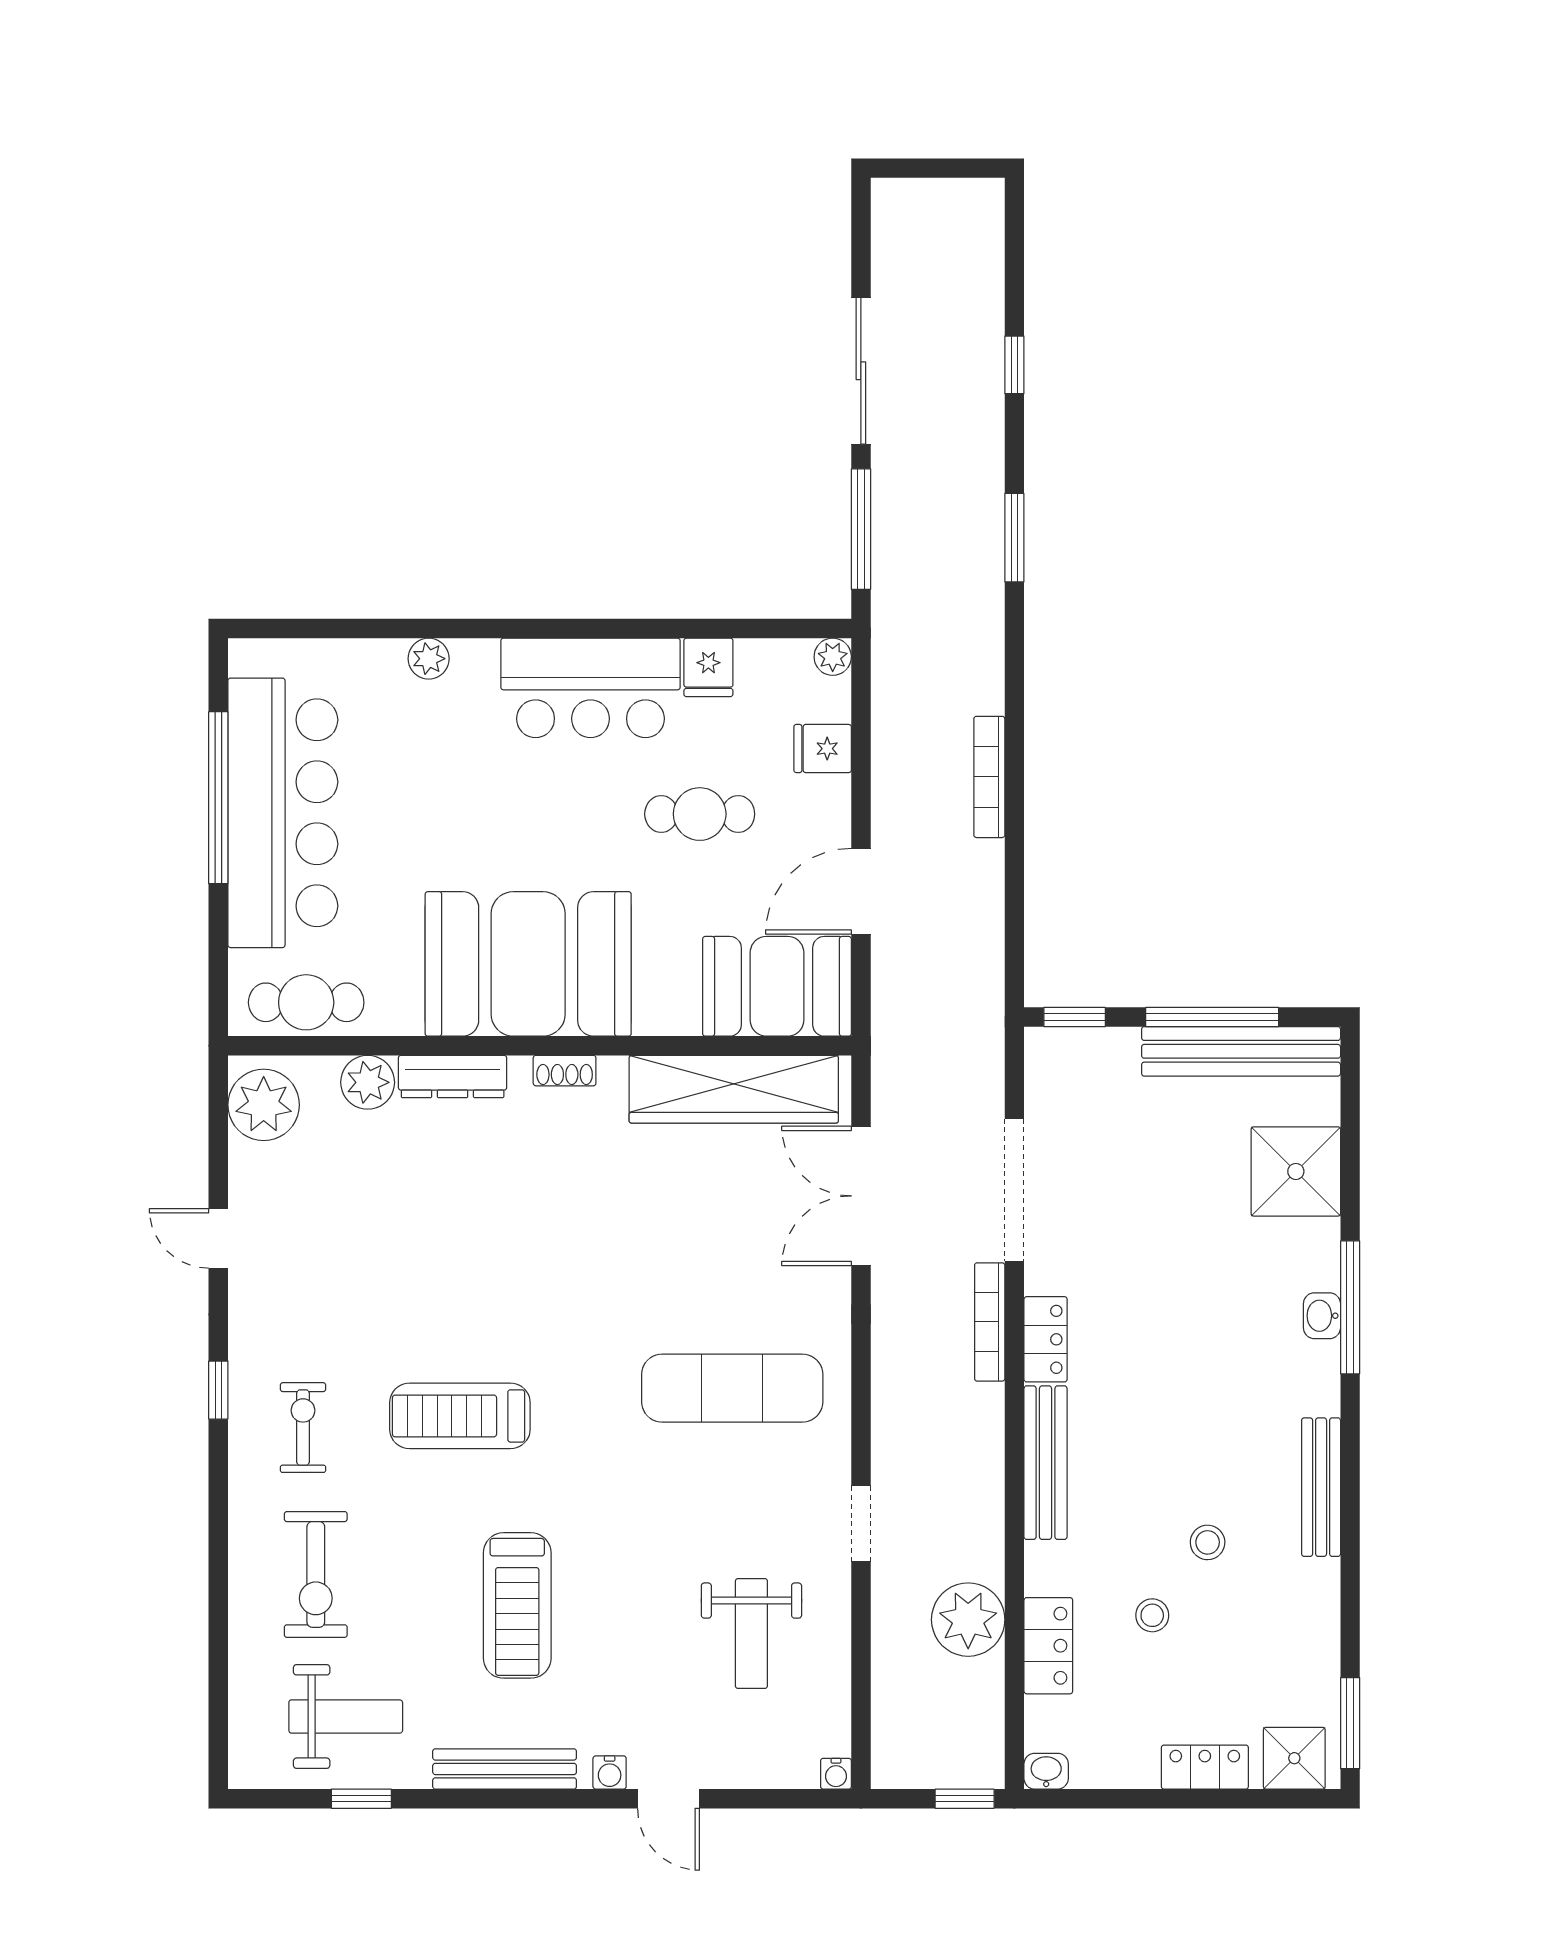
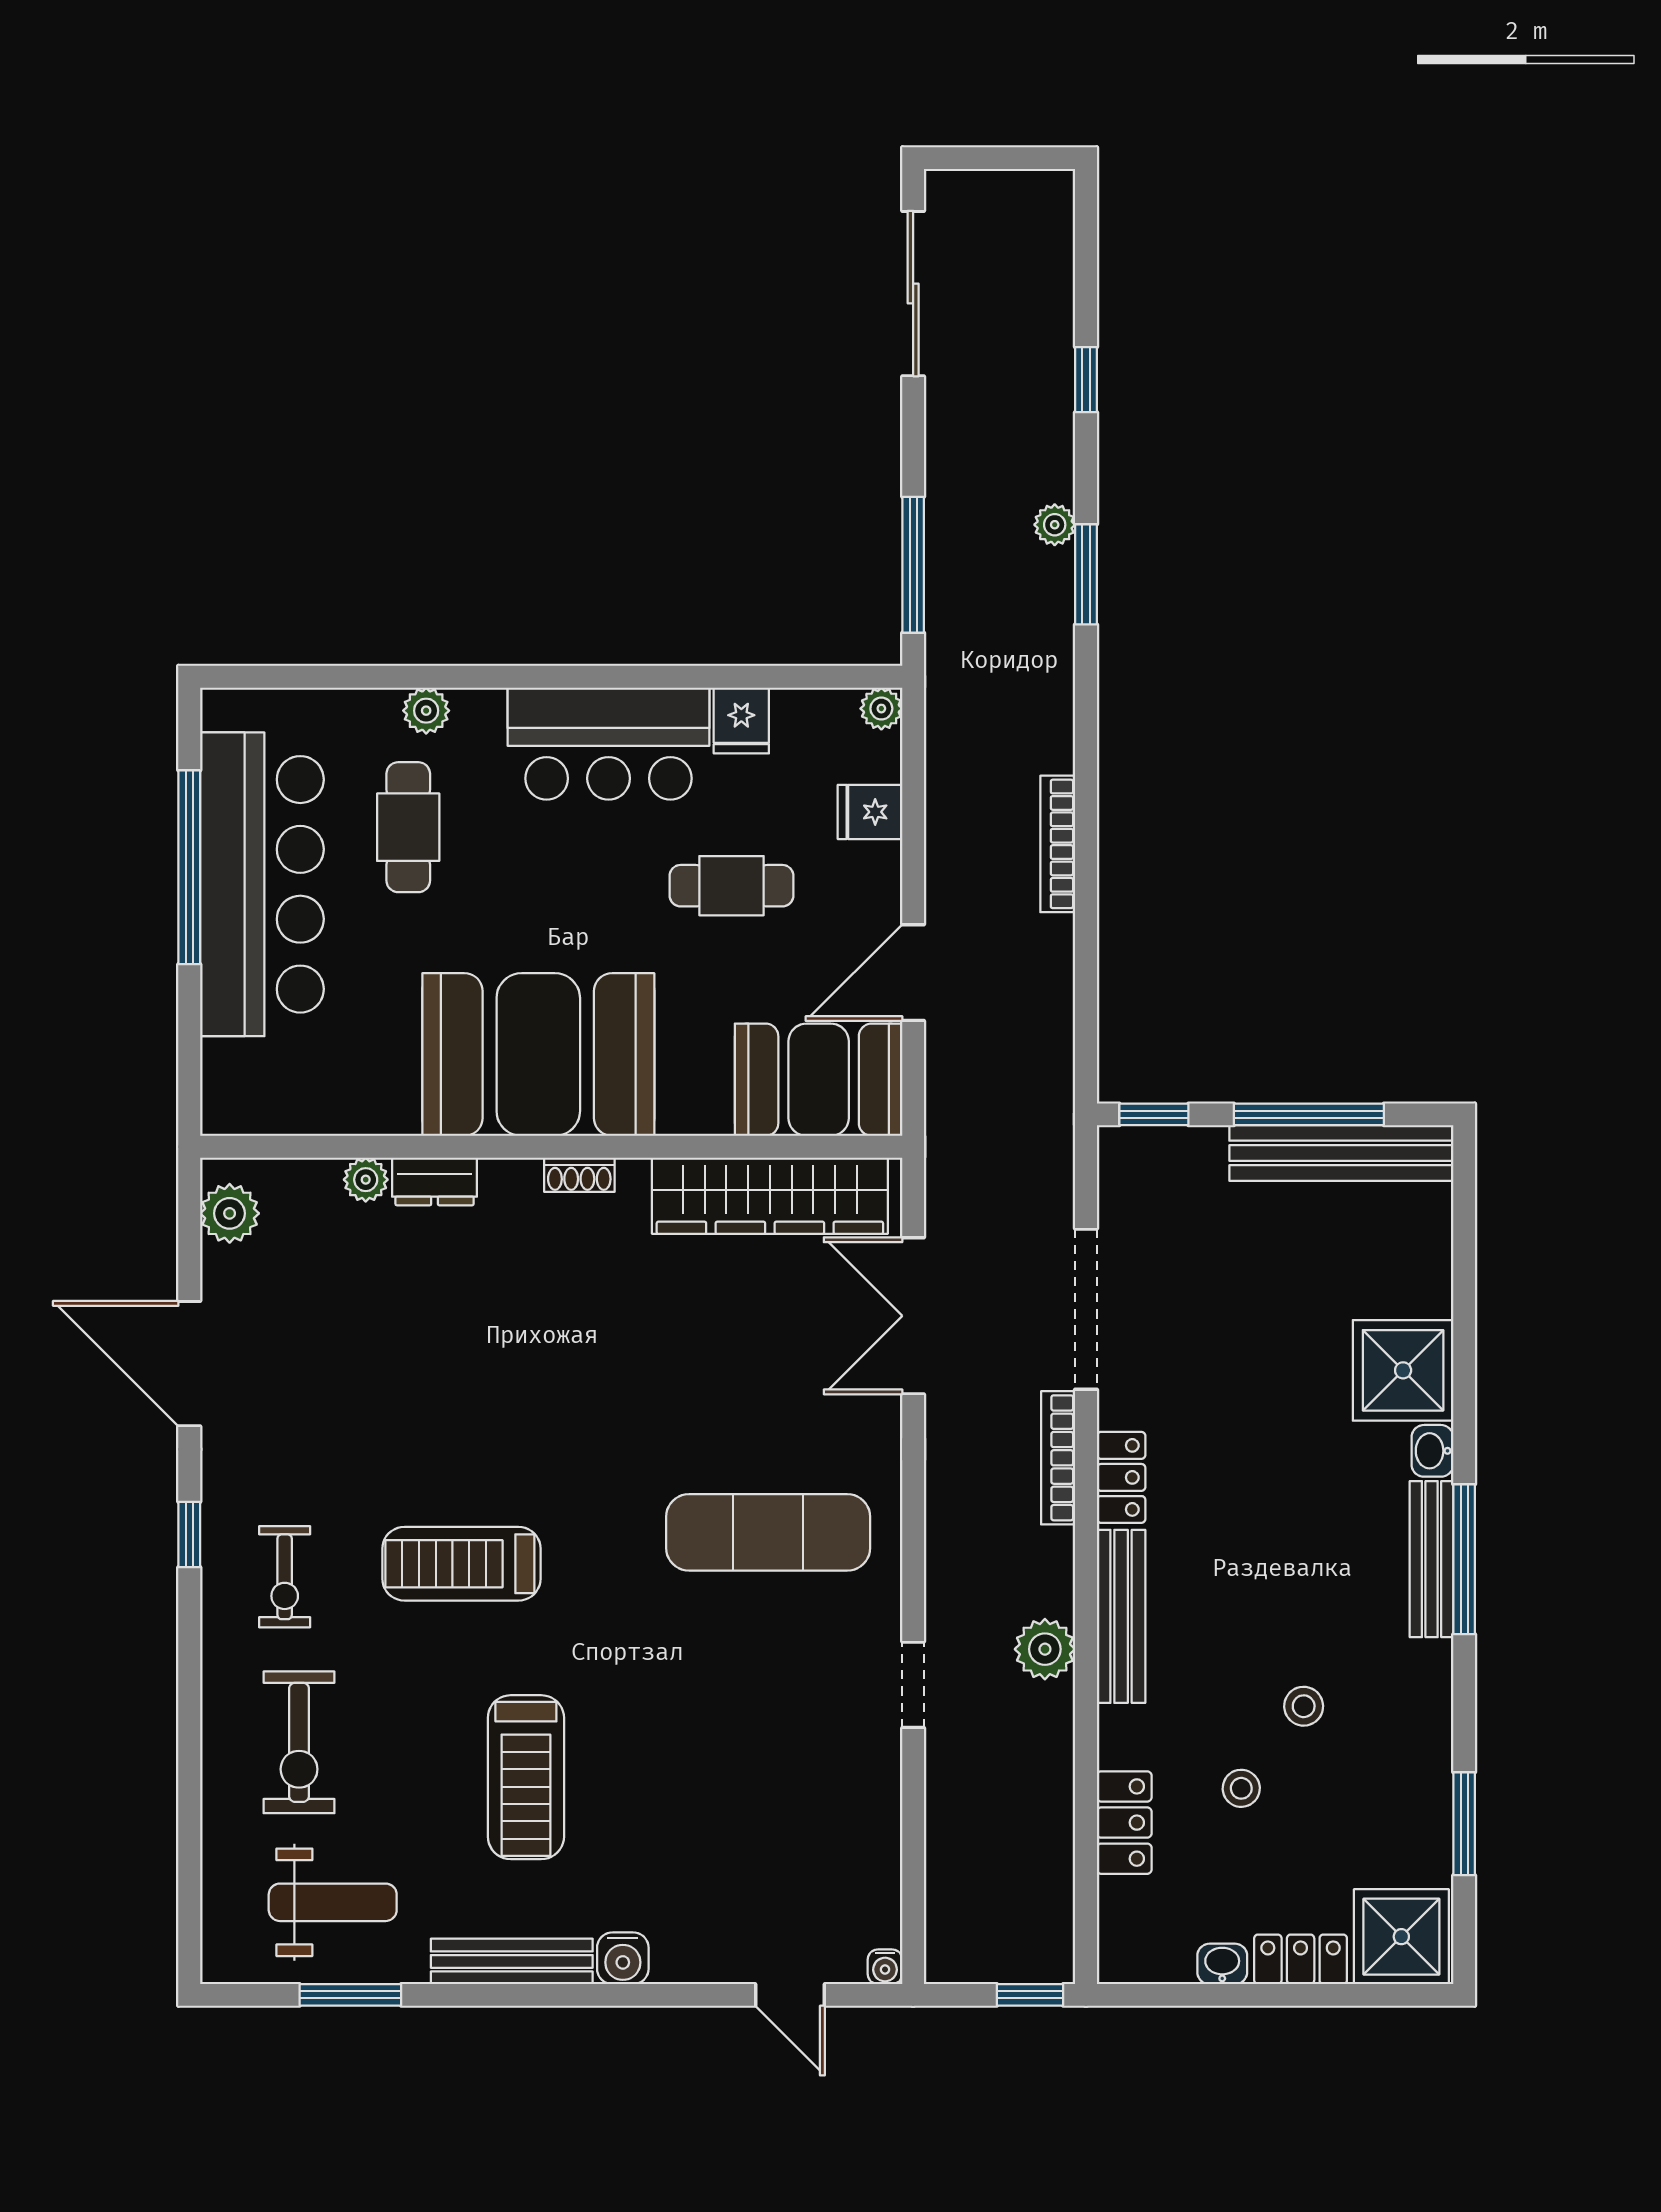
sliding door: (861, 371) -> (913, 294), moved
plant: (987, 494) -> (1055, 525), added
cafe table: (306, 1002) -> (408, 827), moved, turned 90
dresser: (453, 1077) -> (435, 1181), width x0.70
plant: (368, 1082) -> (366, 1180), width x0.73, depth x0.73
plant: (264, 1105) -> (230, 1213), width x0.73, depth x0.73
shower: (1296, 1171) -> (1403, 1370), moved
door: (218, 1238) -> (189, 1364), width x1.88
window: (1350, 1307) -> (1464, 1559), moved
exercise bike: (303, 1428) -> (285, 1577), turned 180
bench: (1321, 1487) -> (1432, 1559), moved
plant: (968, 1620) -> (1045, 1649), moved, width x0.73, depth x0.73
weight bench: (751, 1633) -> (790, 1809), removed
window: (1350, 1723) -> (1464, 1824), moved
shower: (1294, 1758) -> (1401, 1937), width x1.36, depth x1.36
washbasin: (1046, 1771) -> (1222, 1964), moved
water cooler: (610, 1772) -> (623, 1958), width x1.38, depth x1.38
window: (361, 1799) -> (350, 1995), width x1.50
door: (668, 1799) -> (790, 1995), moved

